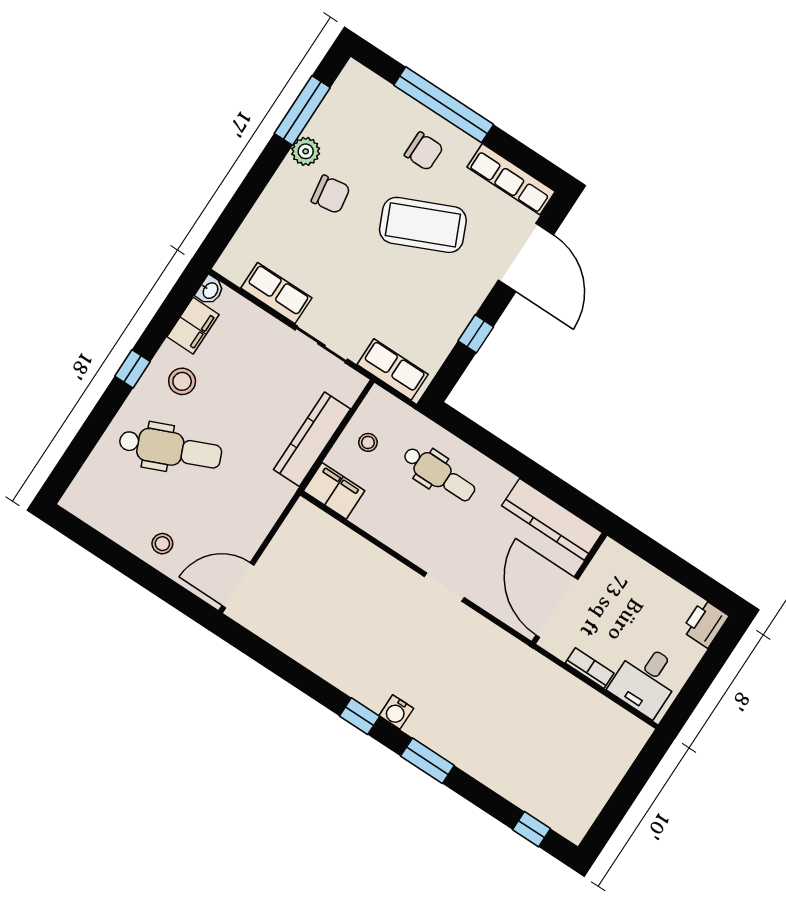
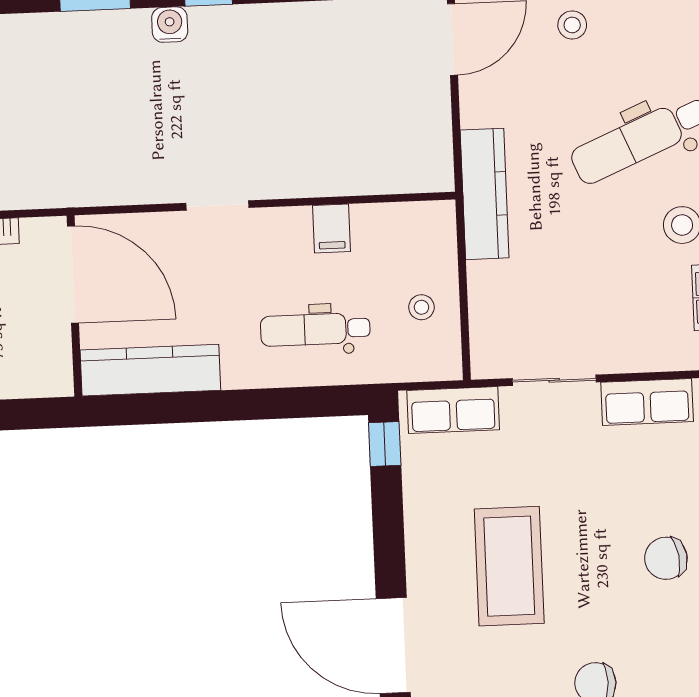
coffee table: (423, 225) -> (509, 566), moved, turned -66
window: (476, 334) -> (385, 444), moved
kitchen counter: (312, 439) -> (485, 194), moved
filing cabinet: (334, 491) -> (331, 229), moved, width x0.50

